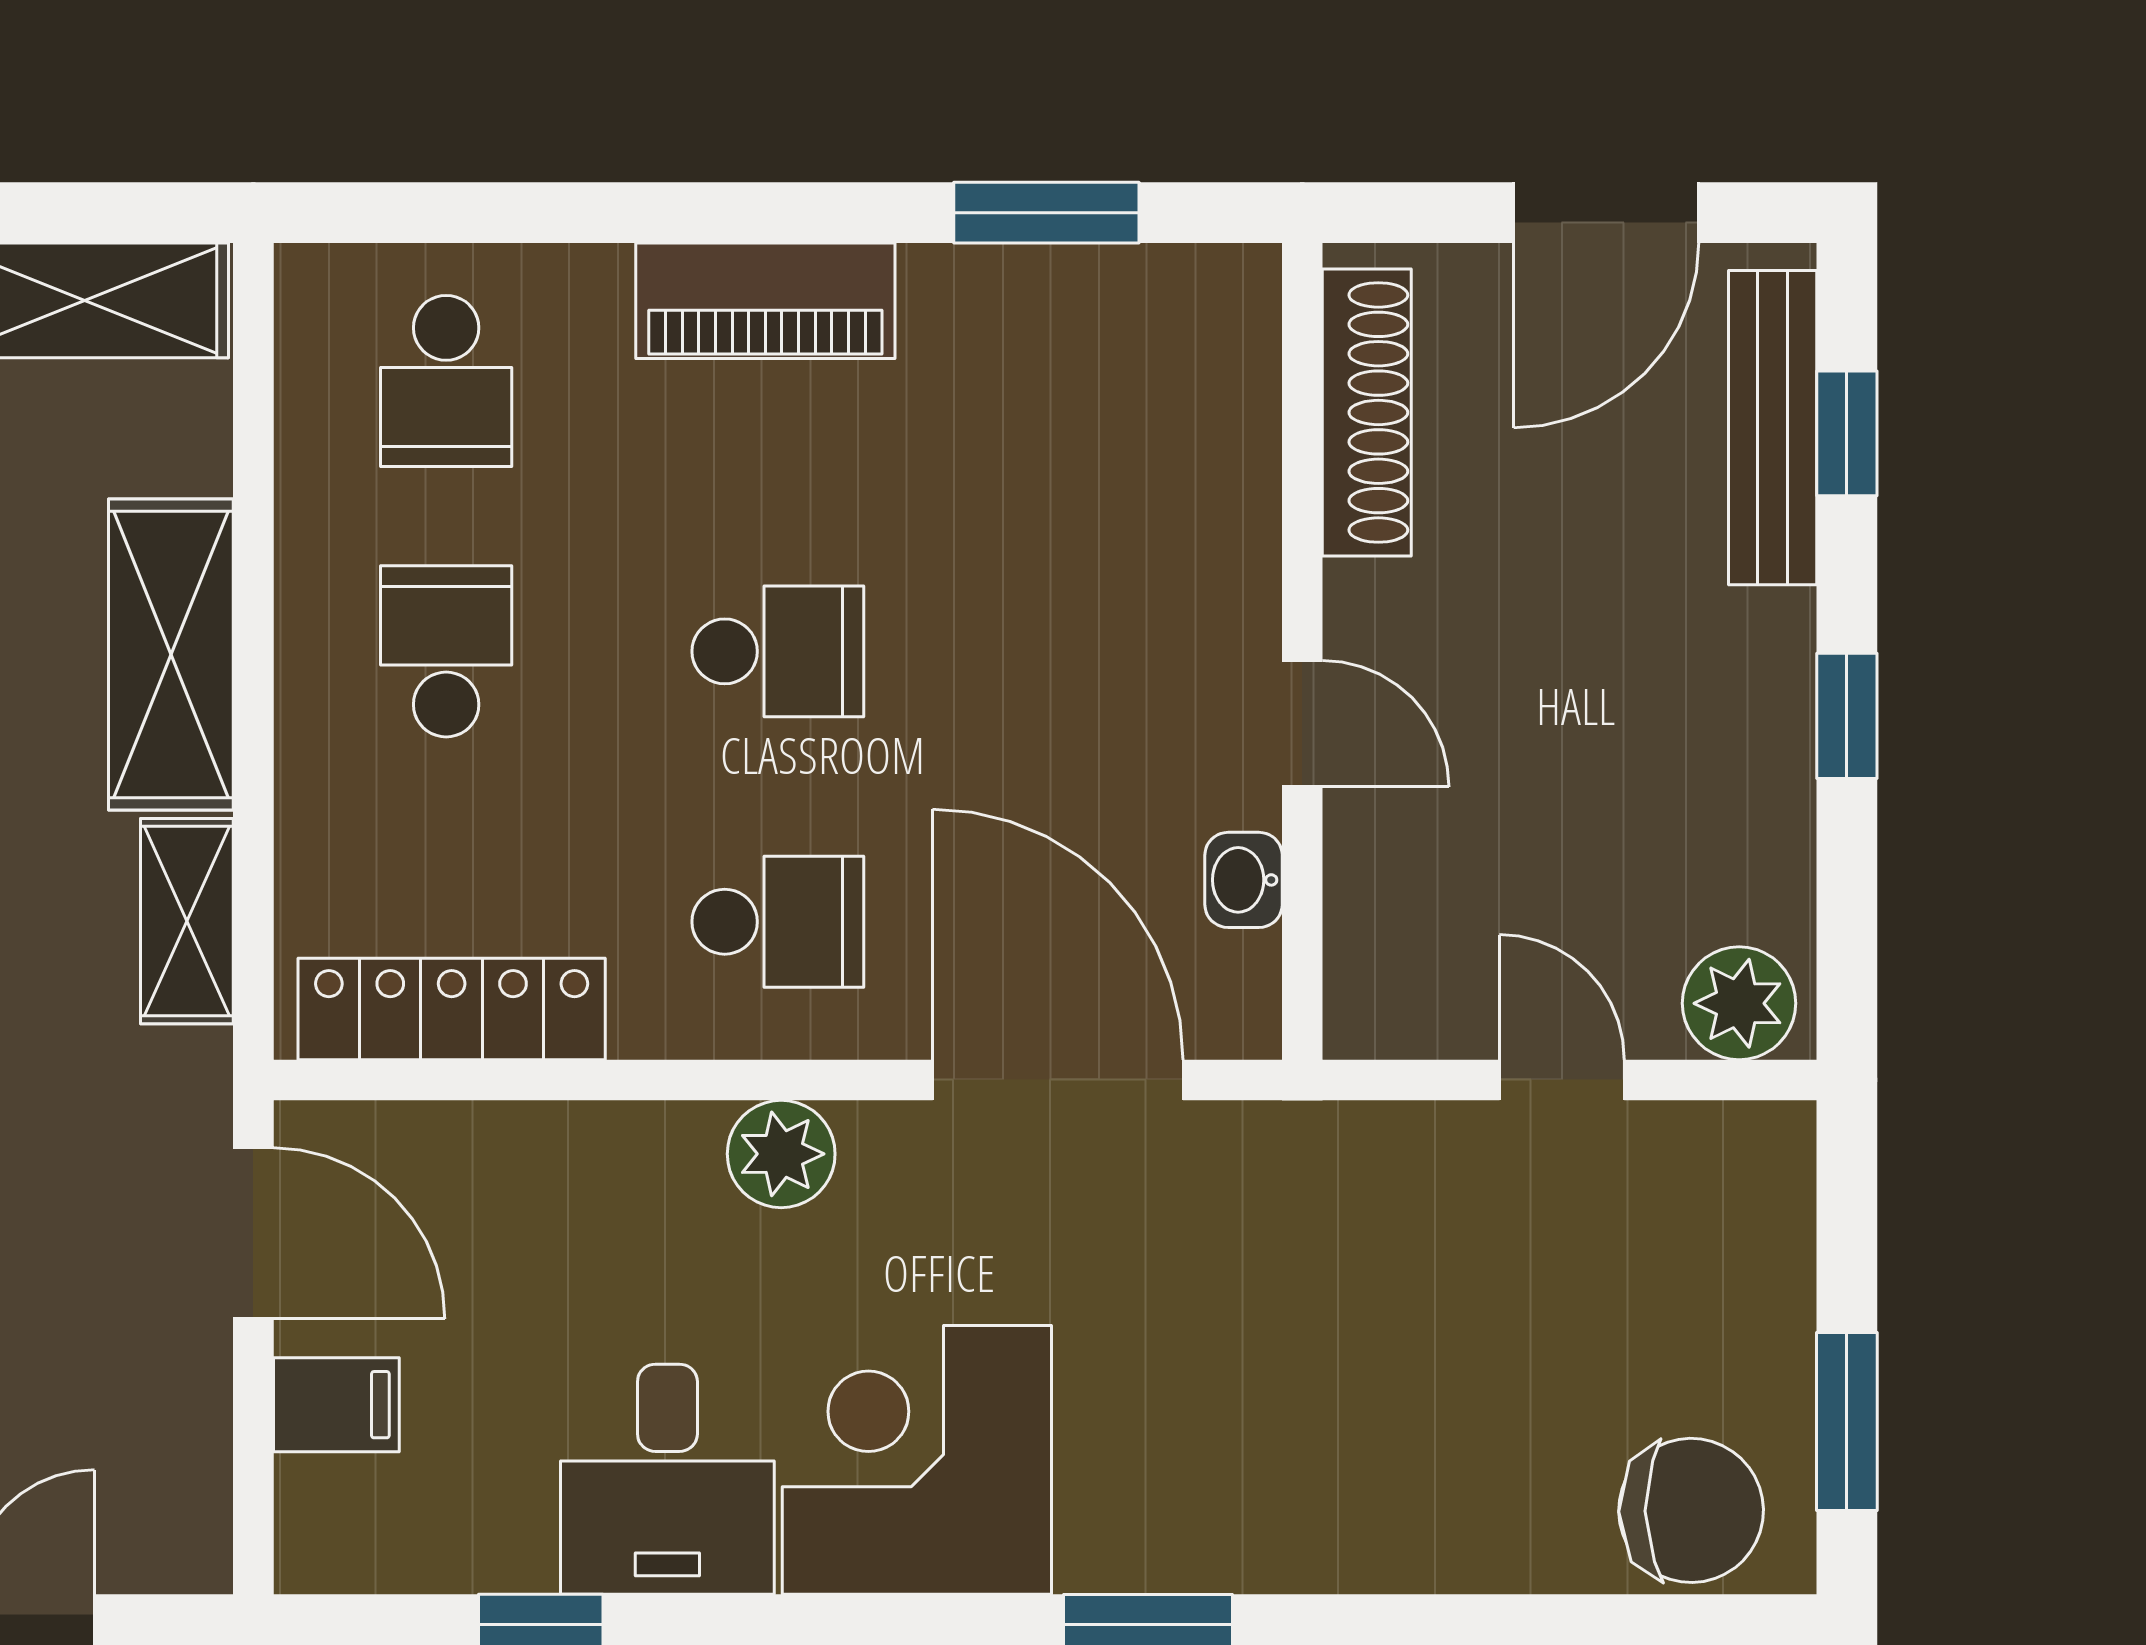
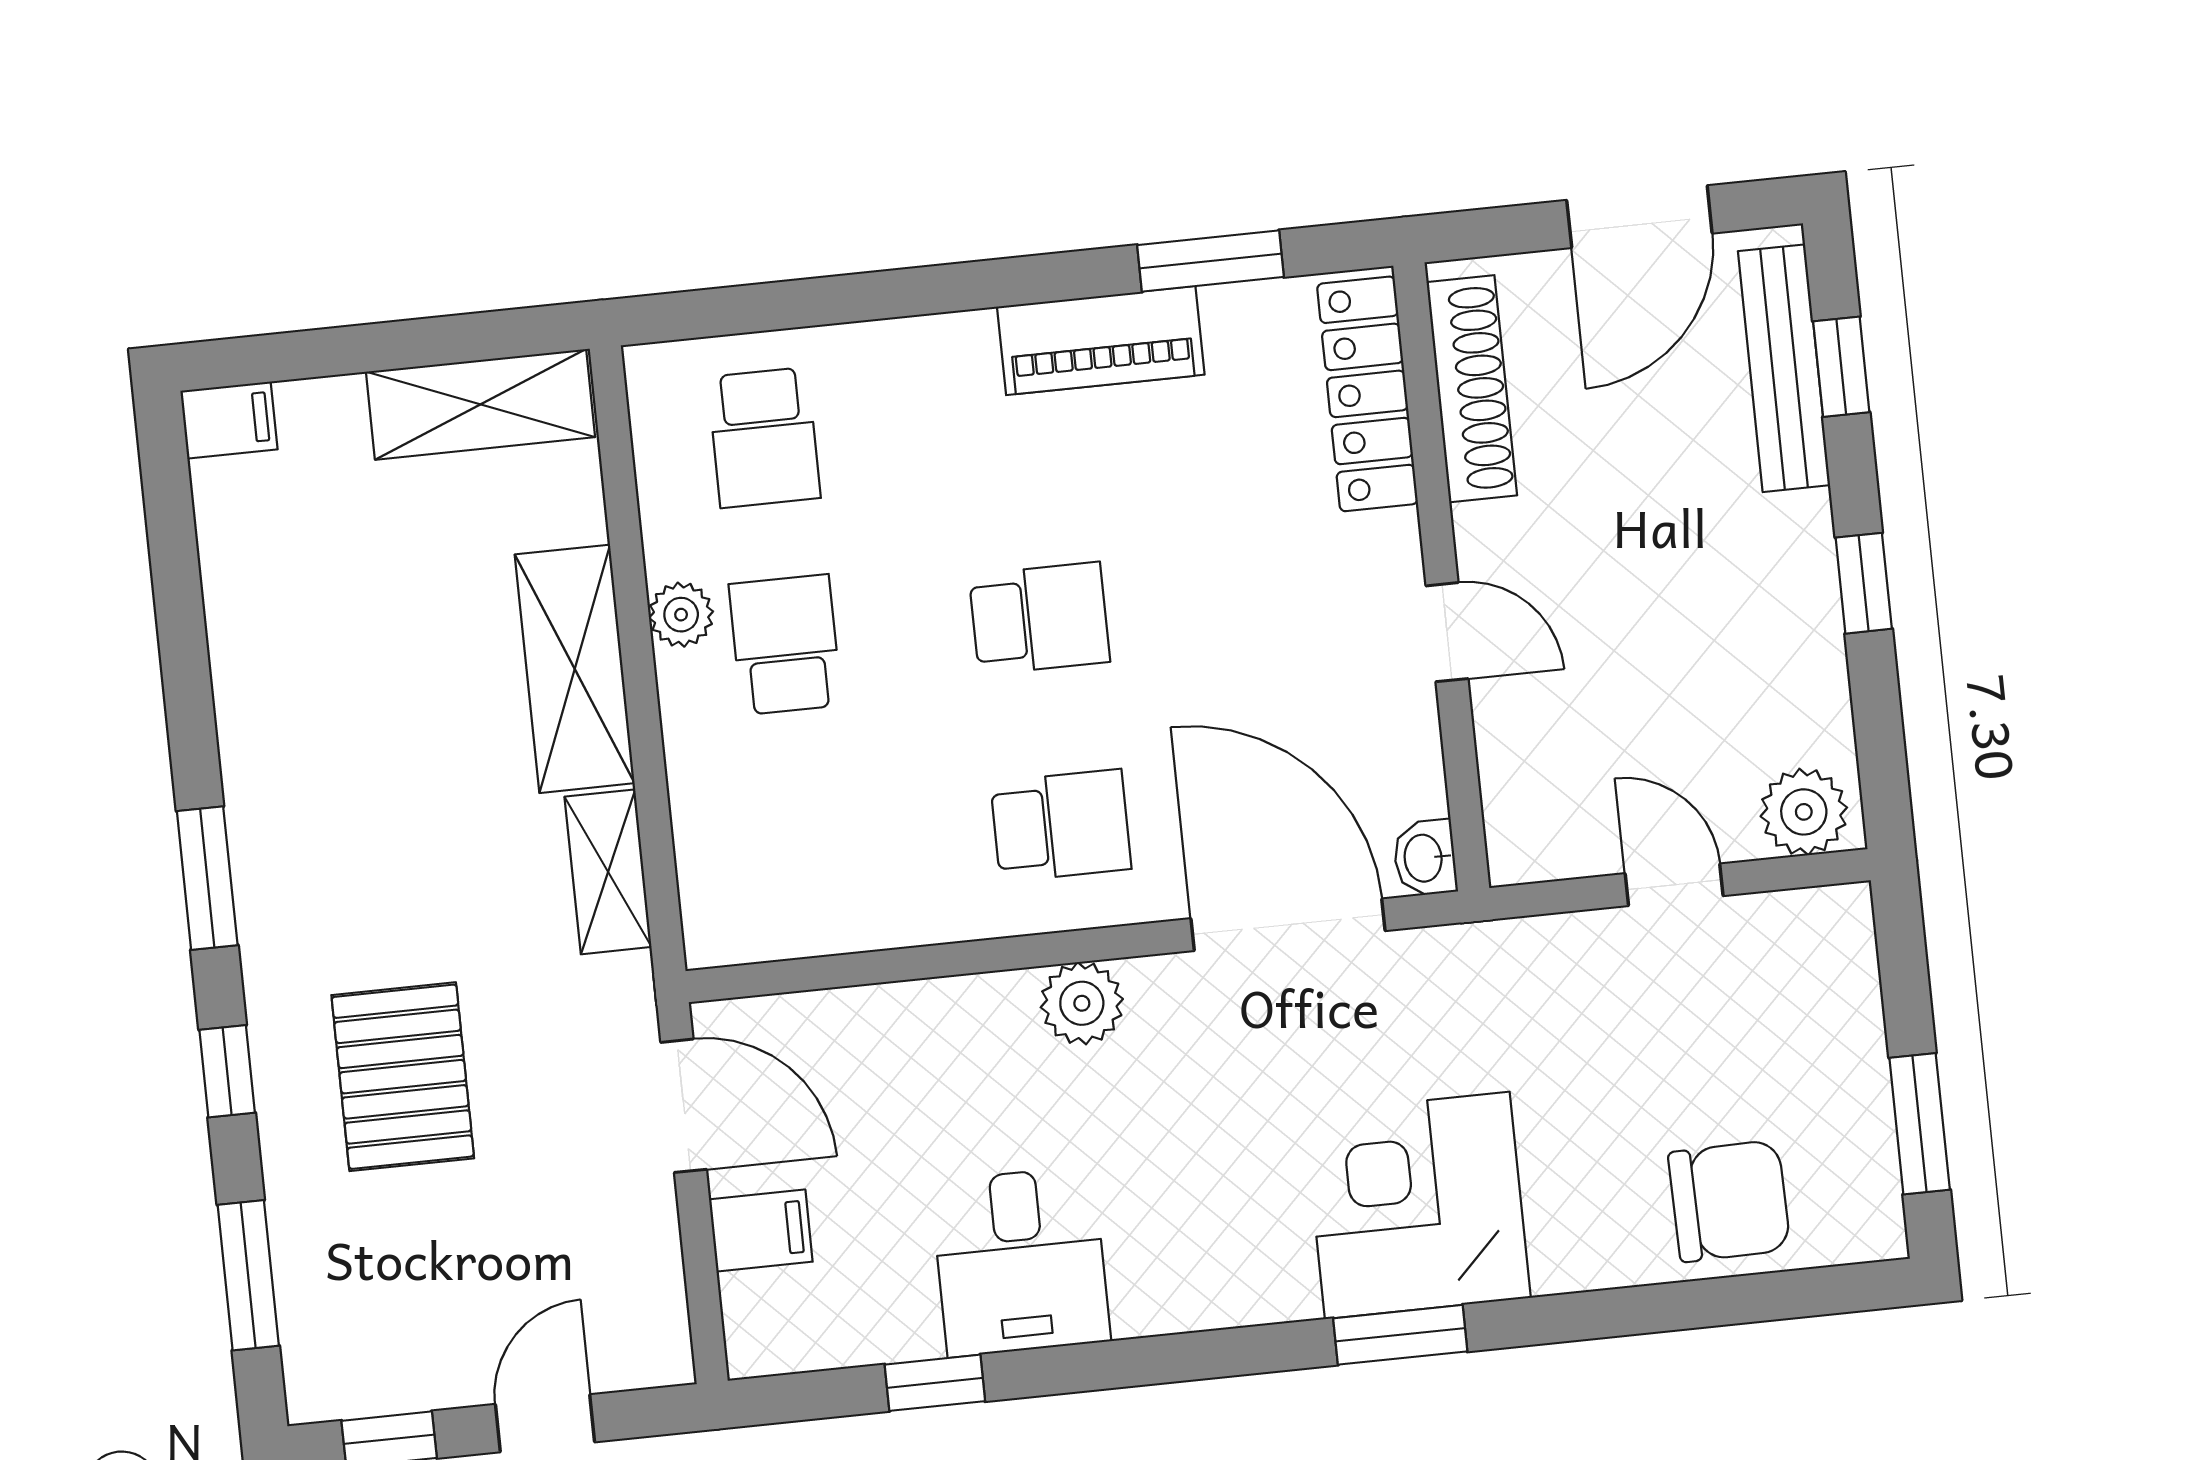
piano: (765, 301) -> (1101, 341), moved
plant: (316, 599) -> (681, 615), added
washbasin: (1244, 880) -> (1425, 858), moved
locker: (452, 1009) -> (1367, 394), moved, turned -90
corner desk: (917, 1460) -> (1417, 1205), moved
chair: (1691, 1510) -> (1729, 1201), moved

